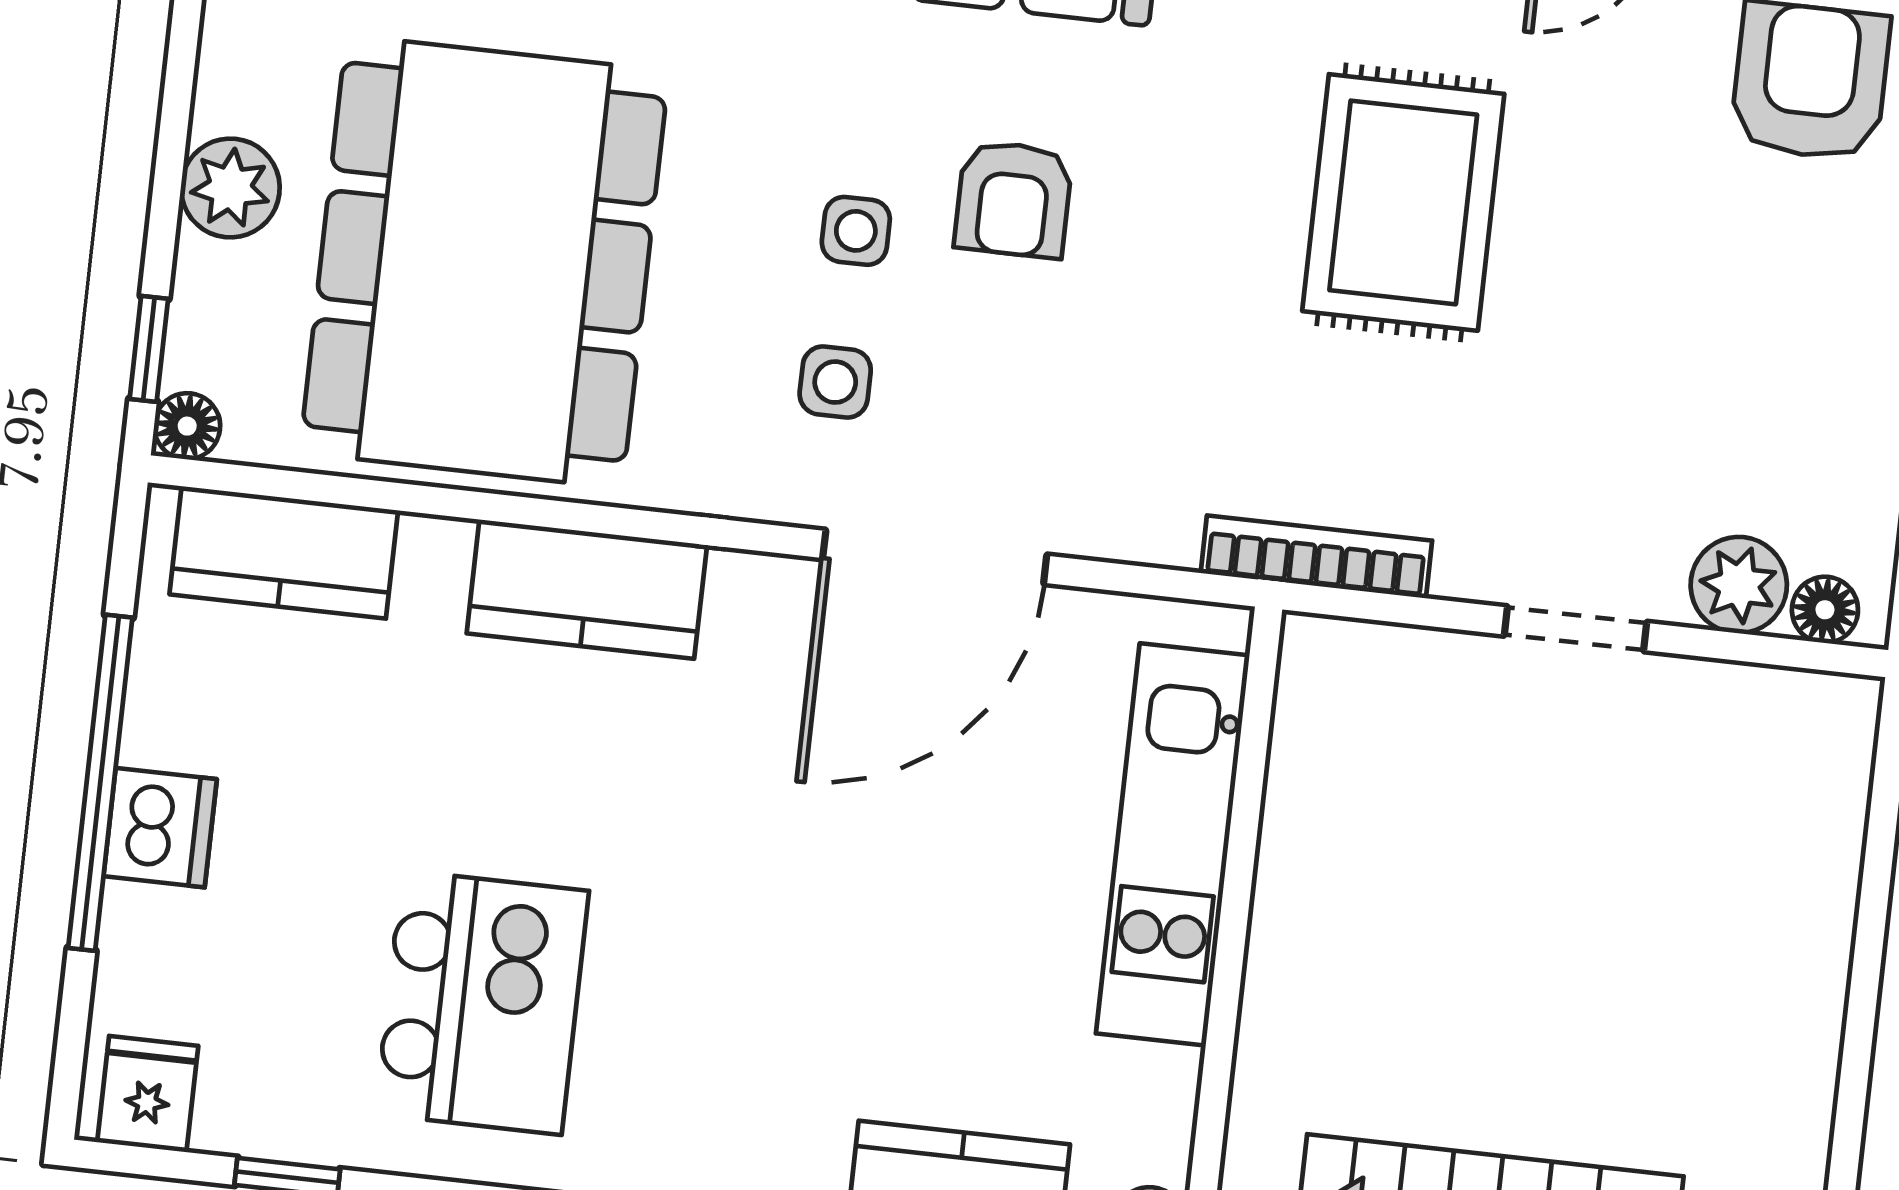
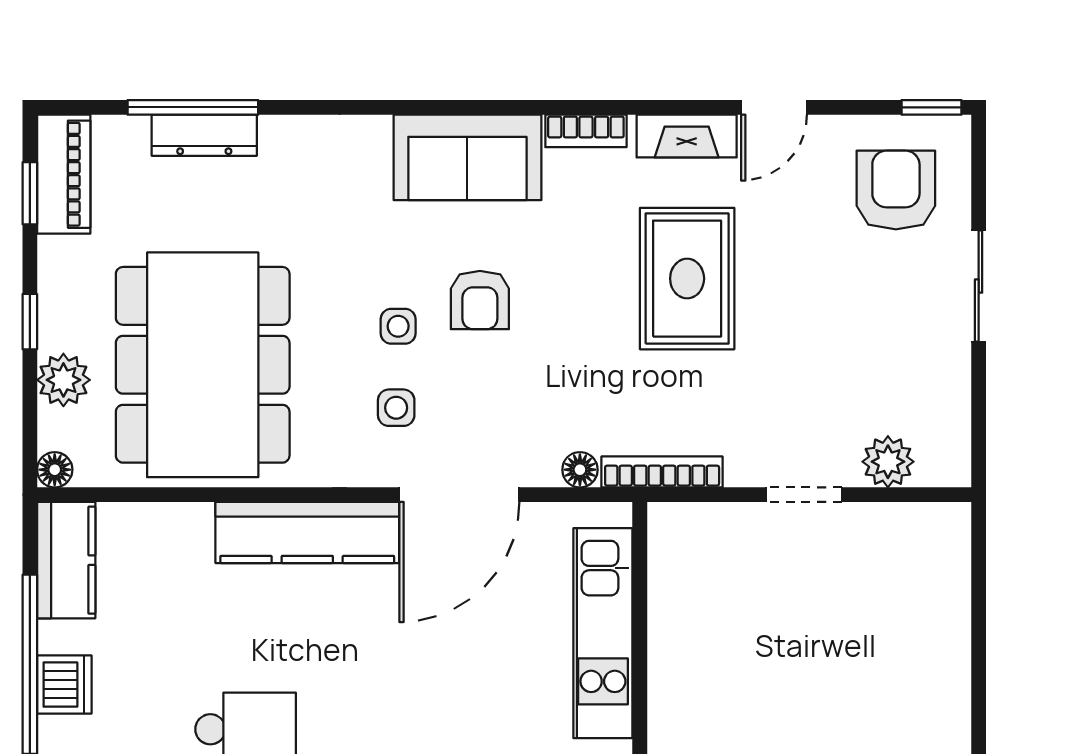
plant: (230, 188) -> (63, 380), moved
window: (149, 349) -> (30, 322), moved
kitchen counter: (284, 552) -> (66, 560), moved, turned -90
kitchen counter: (587, 589) -> (307, 532), width x1.50
floor lamp: (1825, 610) -> (580, 470), moved

